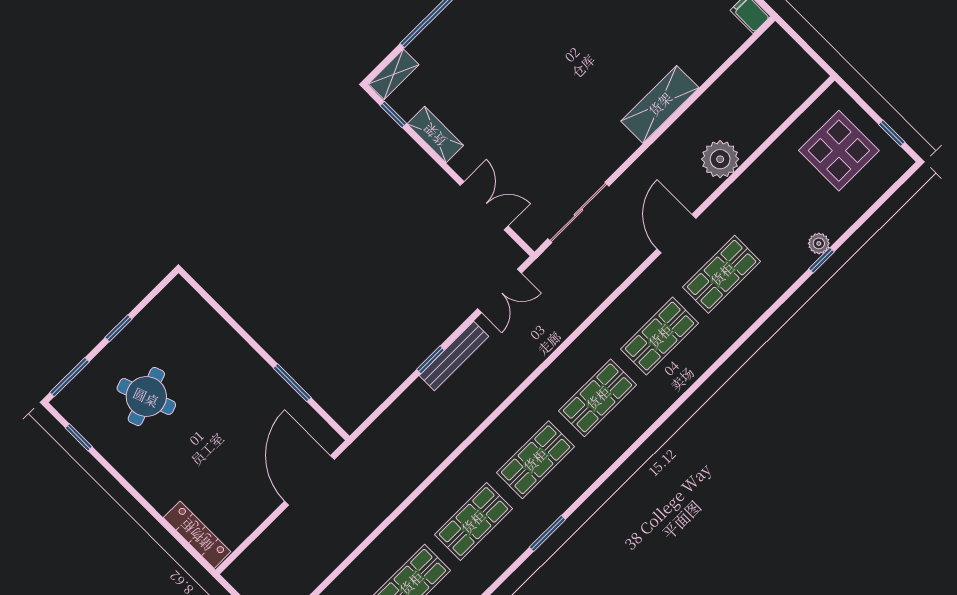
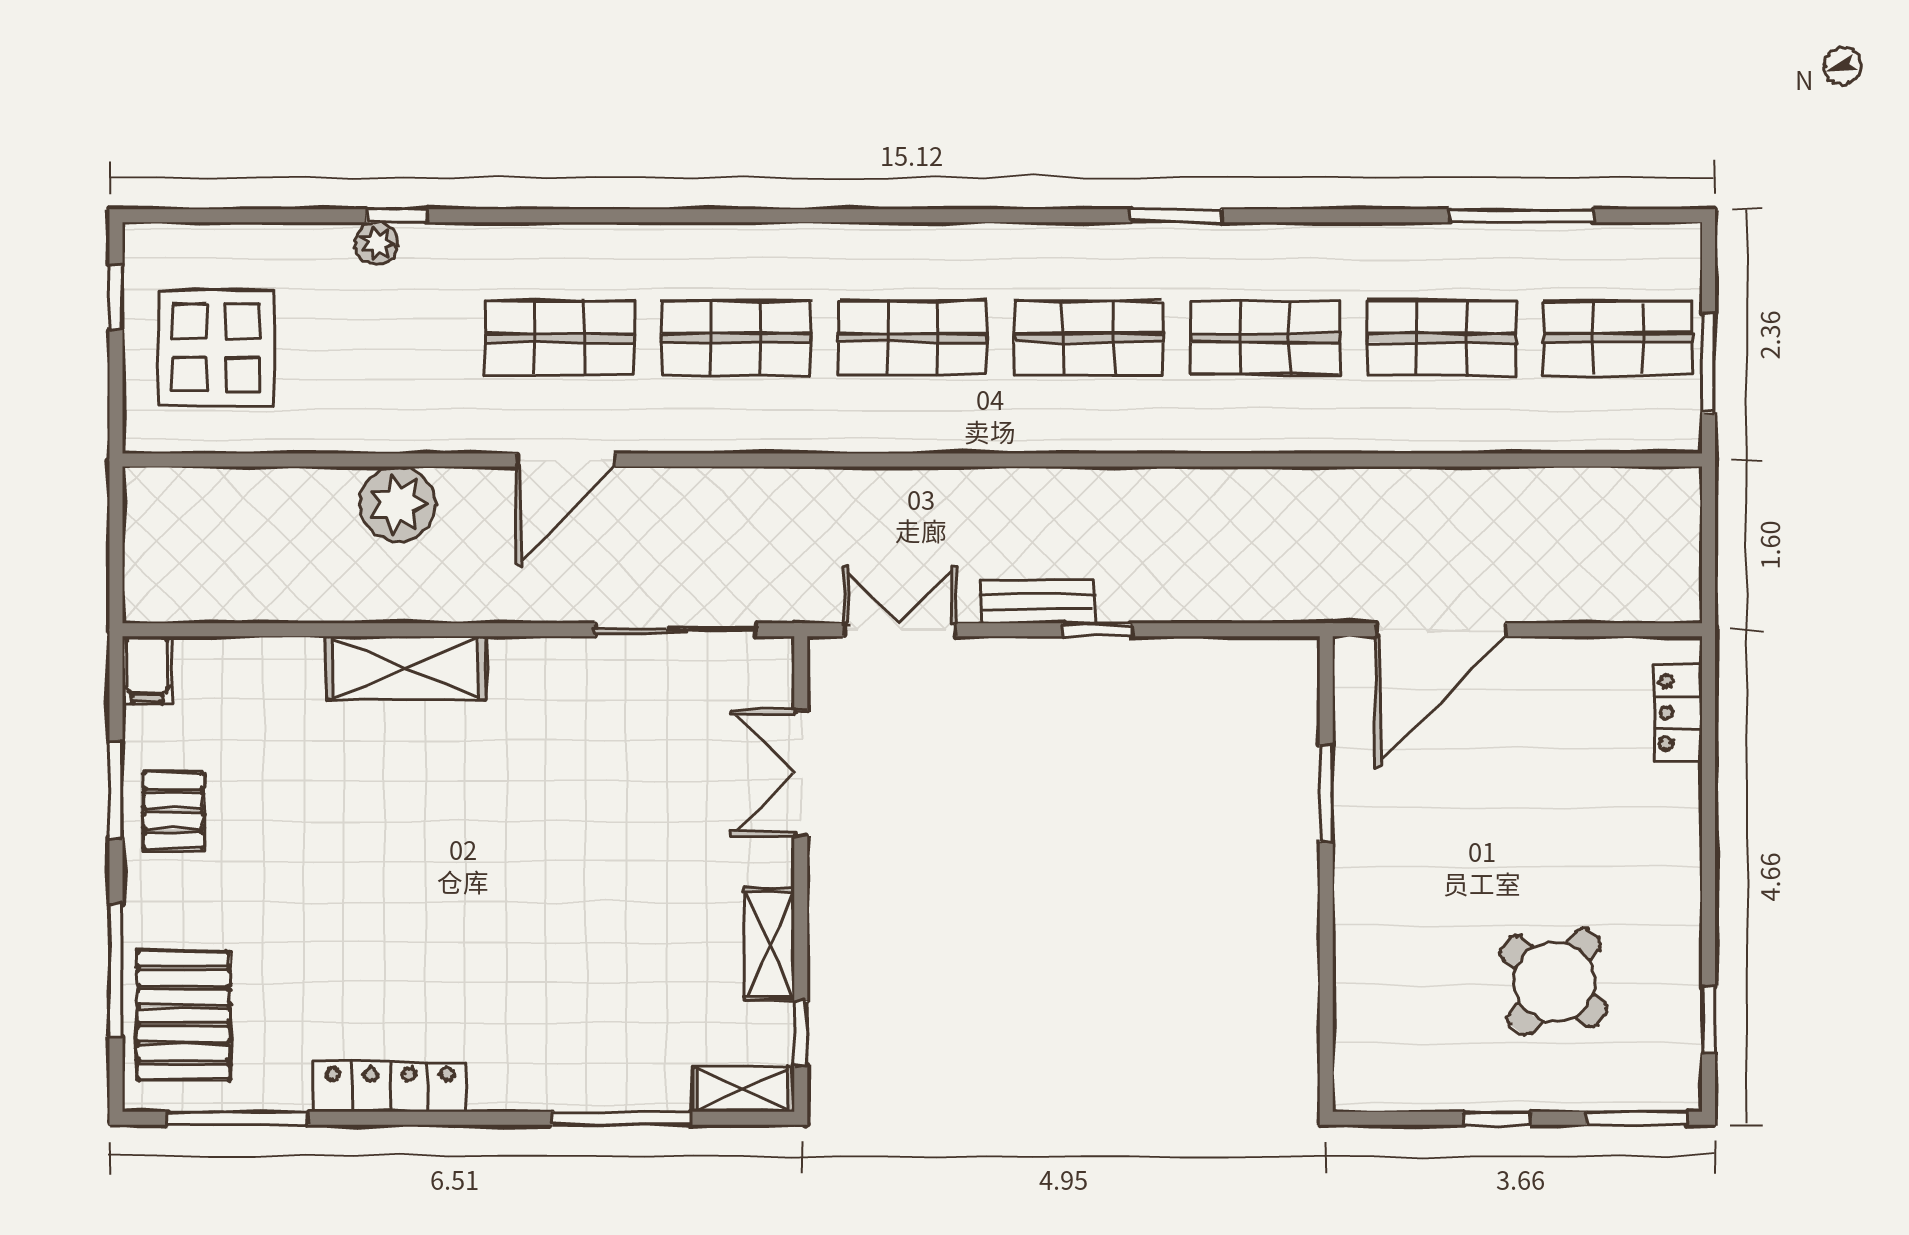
bench: (454, 356) -> (1037, 602), width x0.73
round table: (146, 397) -> (1554, 981), turned -31
locker: (197, 535) -> (1678, 712), width x0.66

